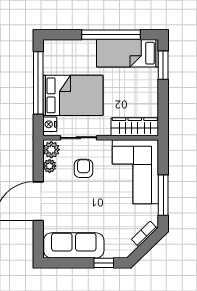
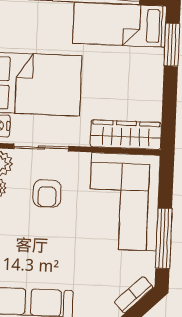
armchair: (84, 168) -> (47, 193), turned 180

